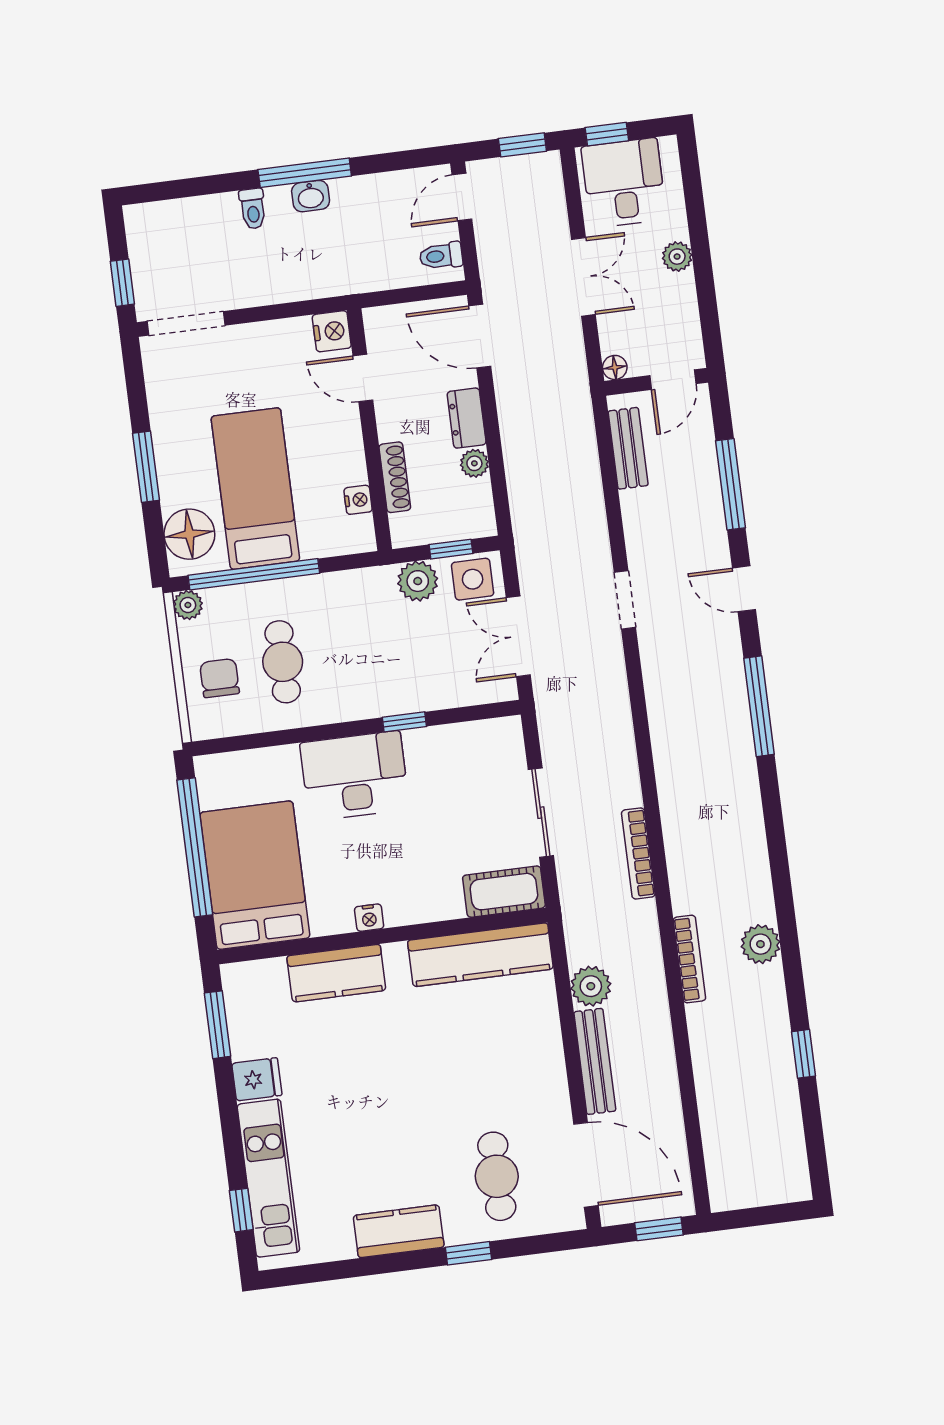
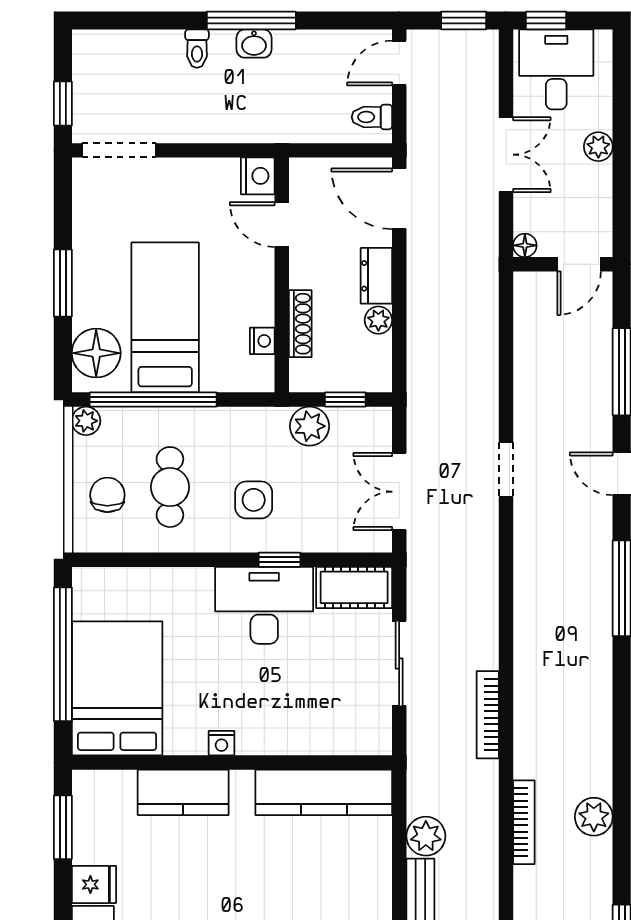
bench: (628, 448) -> (528, 325), removed
side table: (473, 579) -> (254, 500), moved
desk: (355, 776) -> (264, 605), moved
cot: (504, 892) -> (354, 587), moved

